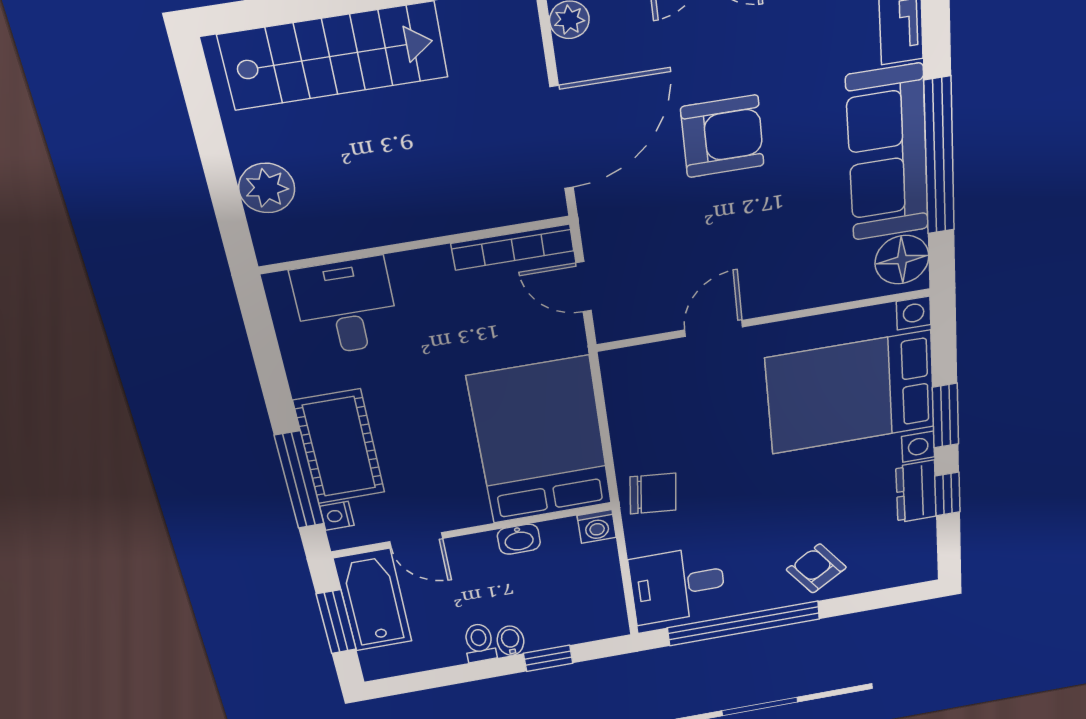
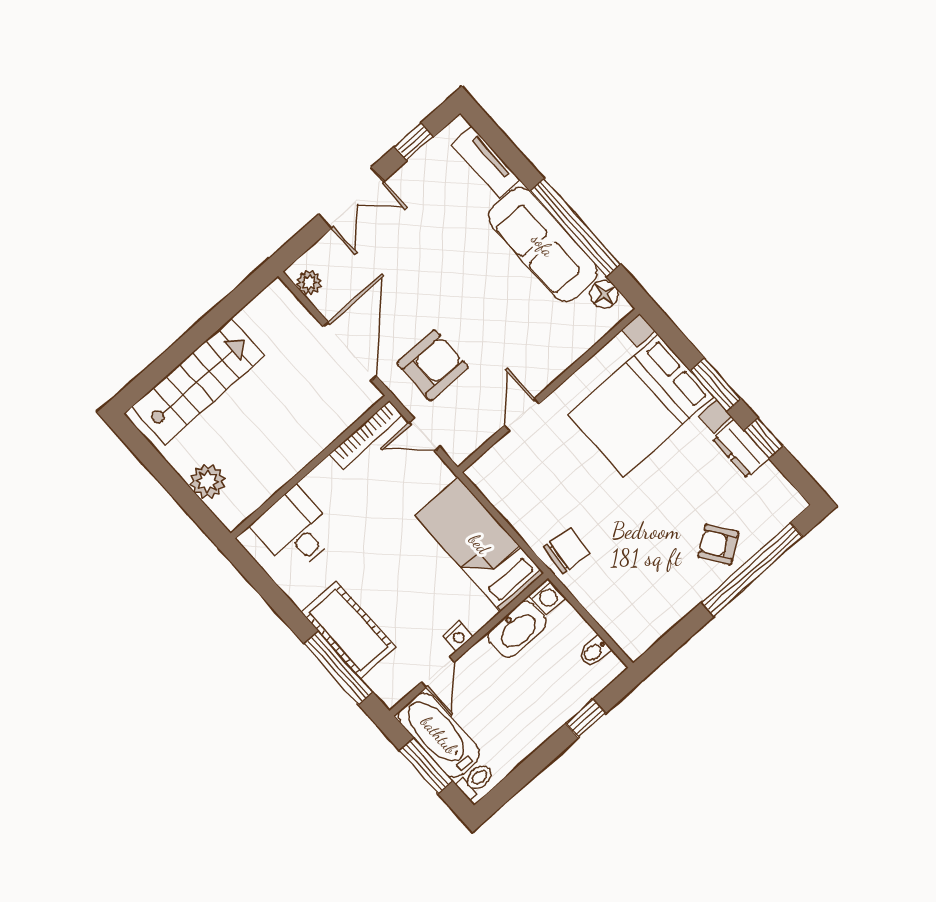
armchair: (723, 136) -> (433, 365), moved
floor lamp: (902, 260) -> (604, 294), width x0.73, depth x0.73
bed: (540, 441) -> (479, 544), width x0.67
nightstand: (337, 516) -> (458, 636), moved, turned -90
washbasin: (519, 539) -> (517, 629), width x1.91, depth x1.45
door: (416, 540) -> (438, 672), hinge flipped
desk: (678, 585) -> (633, 611), removed
window: (744, 623) -> (752, 570), moved
bidet: (511, 641) -> (594, 651), moved, turned -90
toilet: (480, 643) -> (476, 780), moved, turned 90

